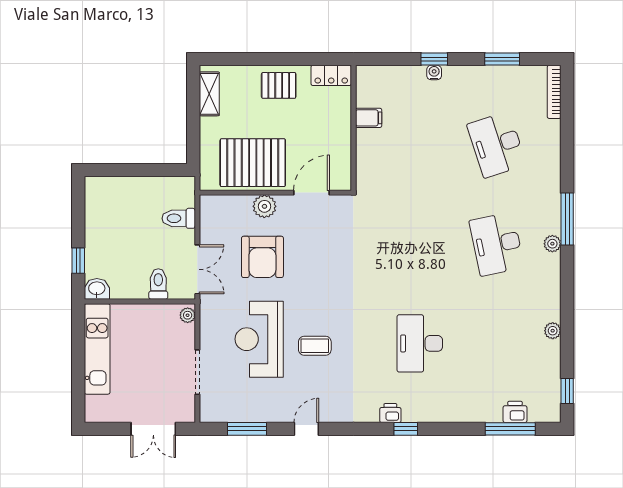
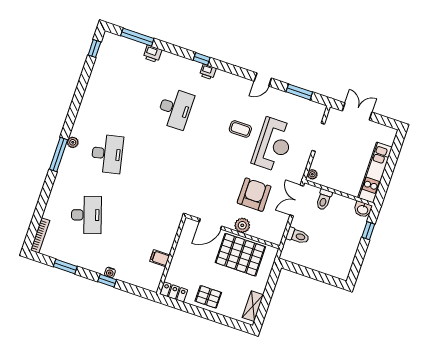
plant: (553, 331) -> (91, 89), removed
printer: (515, 412) -> (153, 54), moved

